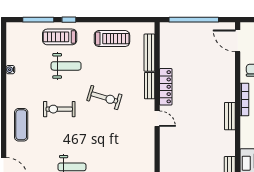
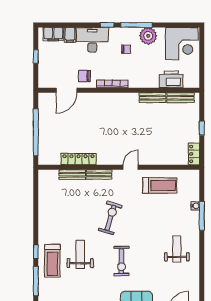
treadmill: (112, 39) -> (160, 185), moved, turned 90
door: (238, 41) -> (66, 90), moved
bench: (149, 53) -> (72, 175), width x0.73
locker: (166, 87) -> (79, 159), moved
bench: (230, 116) -> (153, 98), moved

